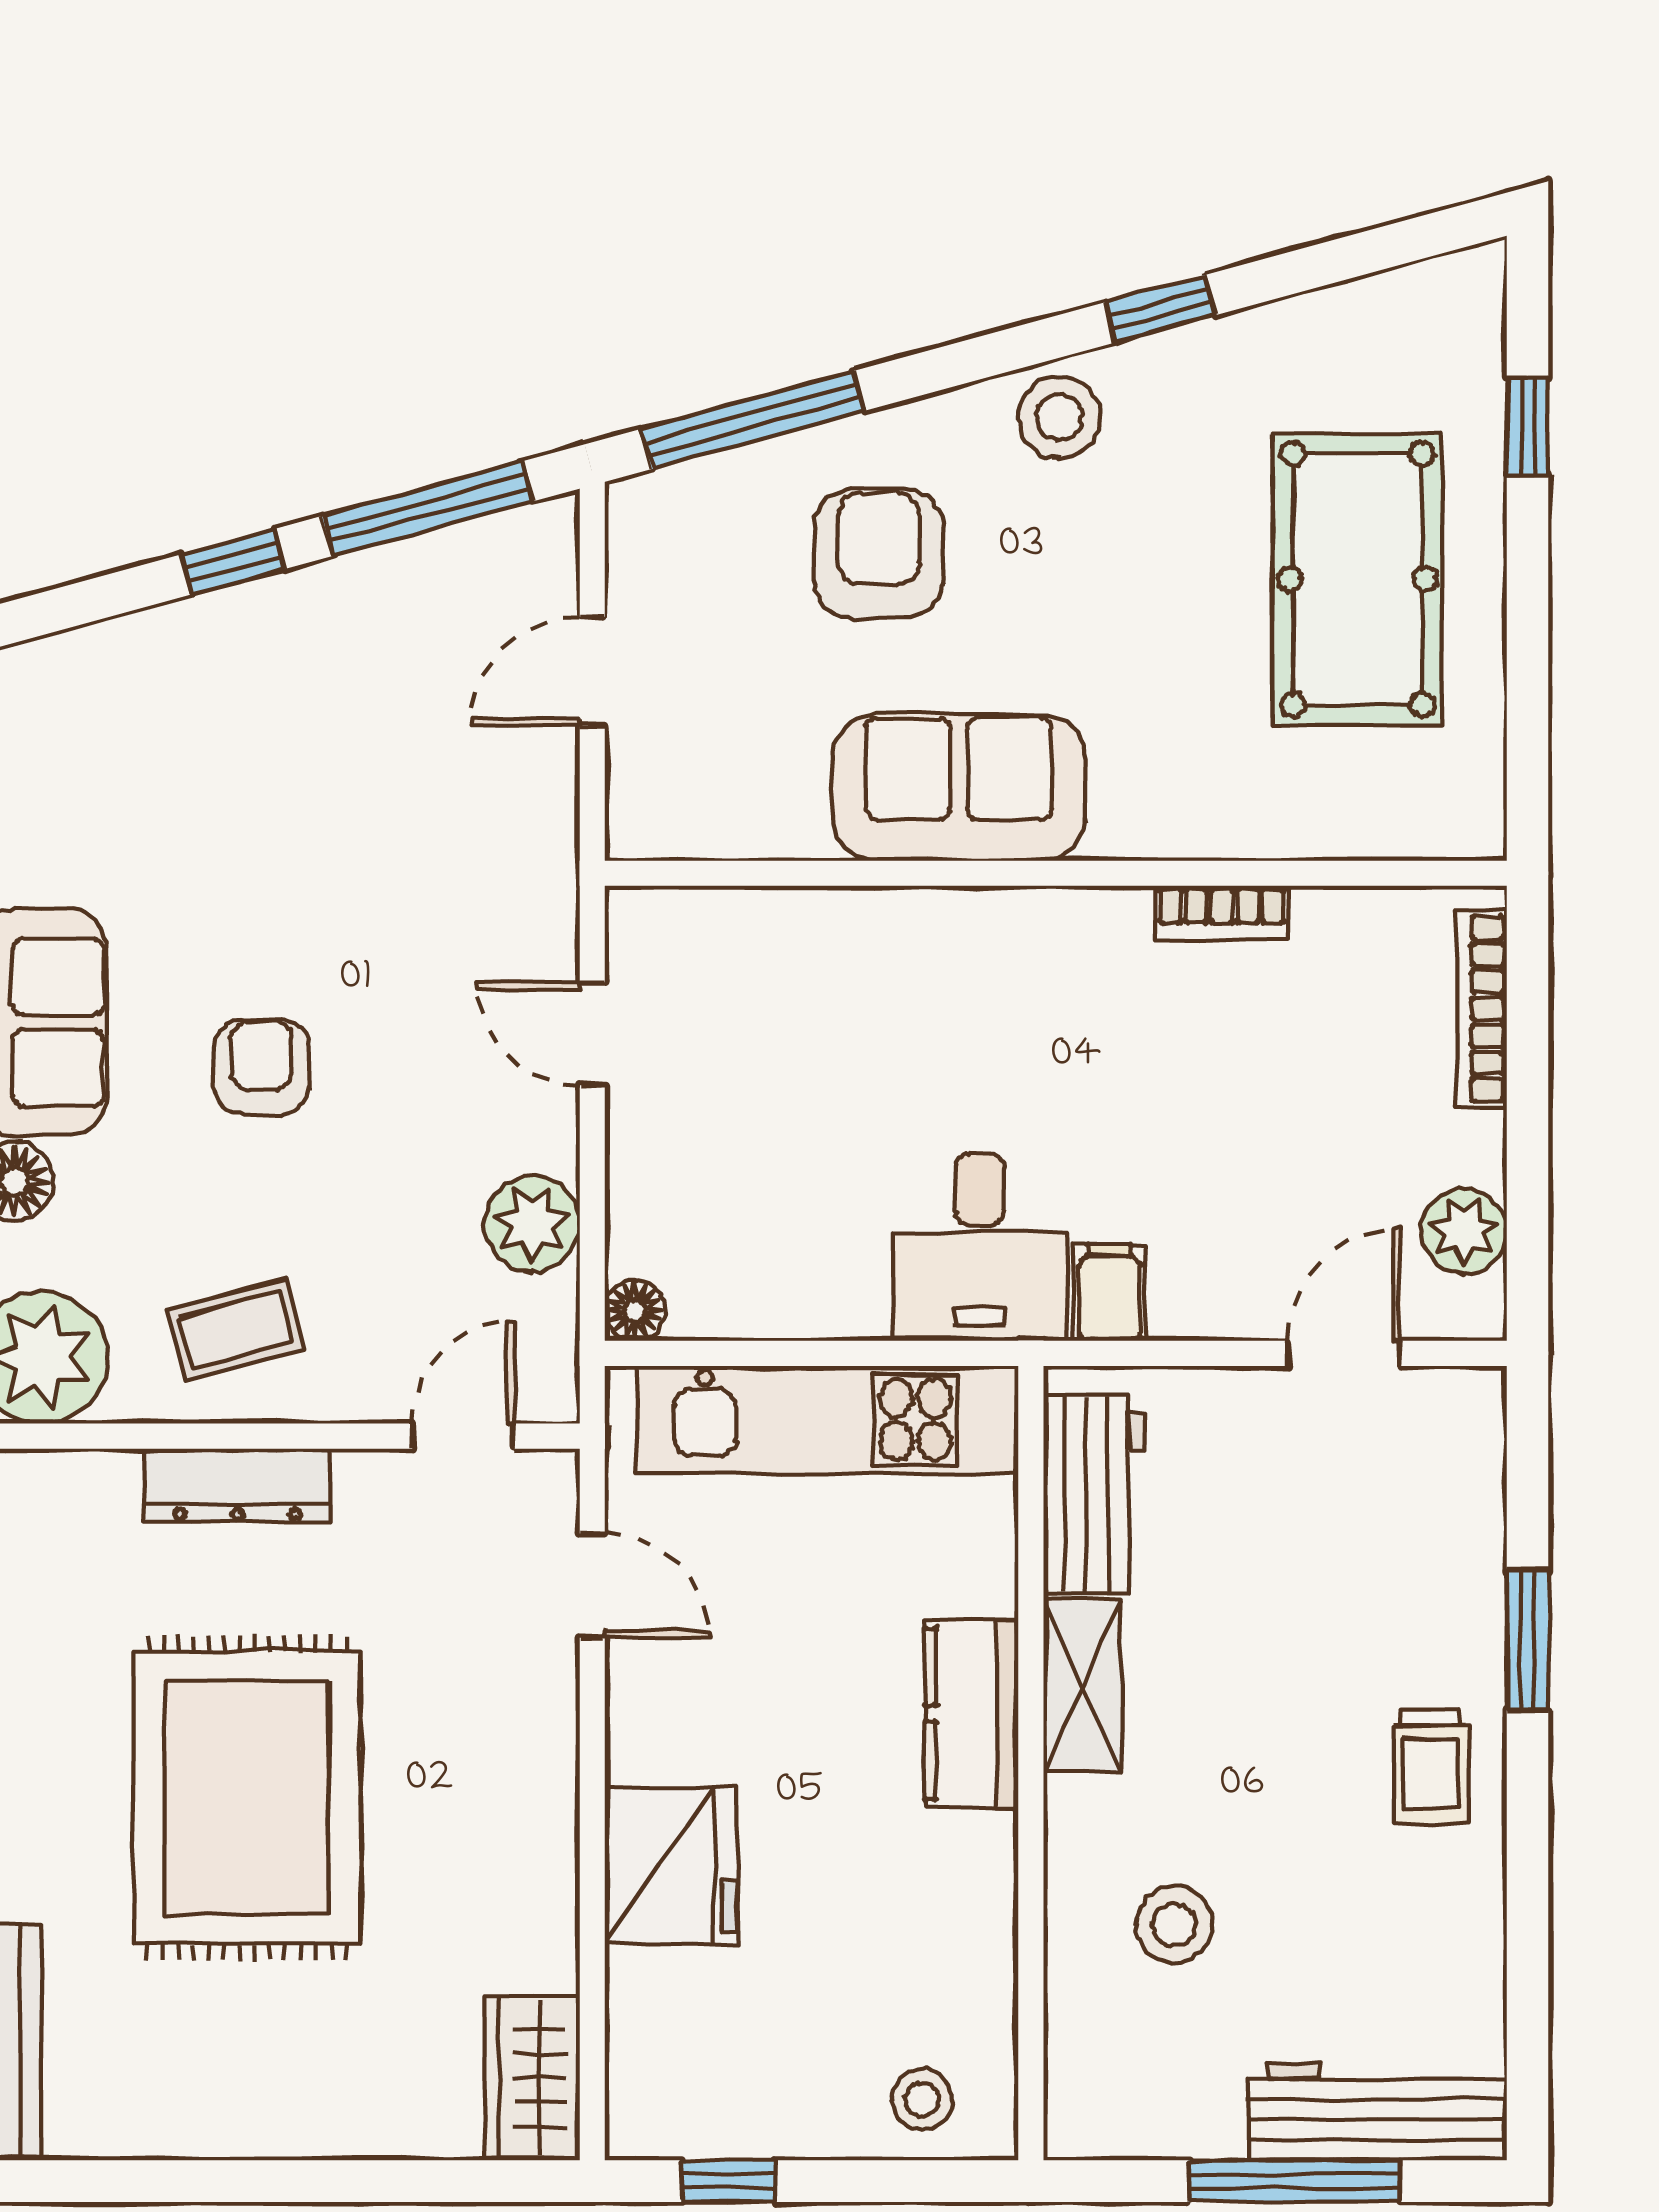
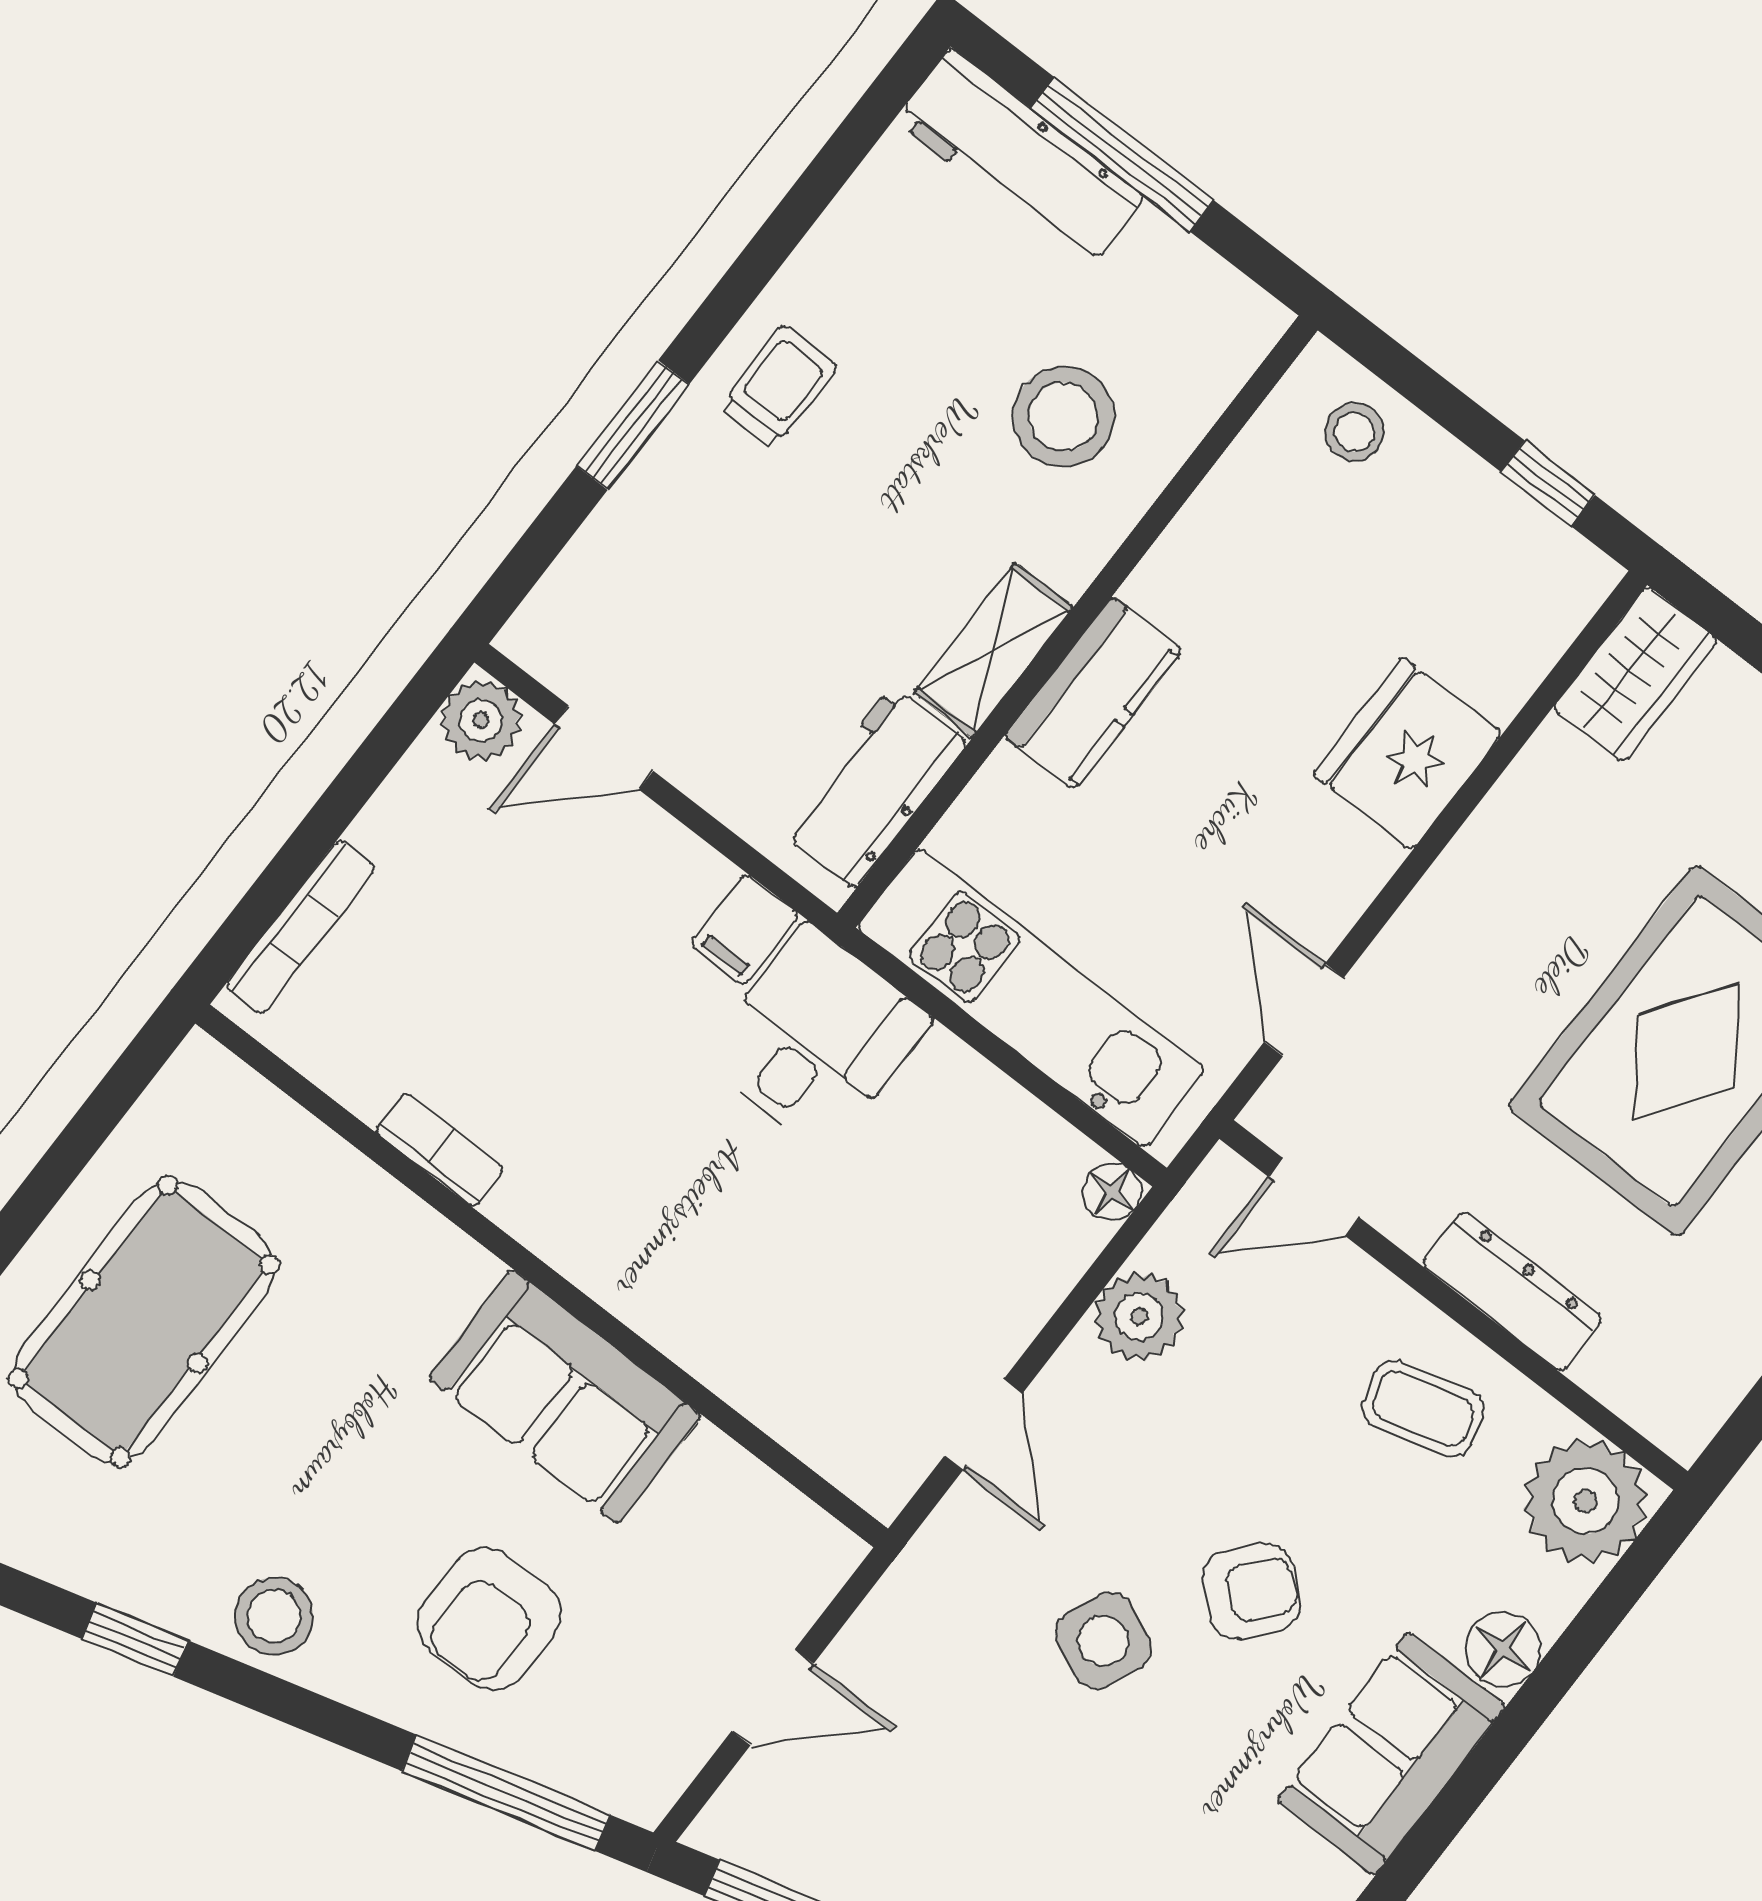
side table: (353, 931) -> (1103, 1641), added
armchair: (262, 1067) -> (1251, 1592), turned -138
plant: (1464, 1231) -> (481, 720), moved
stool: (1174, 1925) -> (1064, 417), width x1.38, depth x1.38

